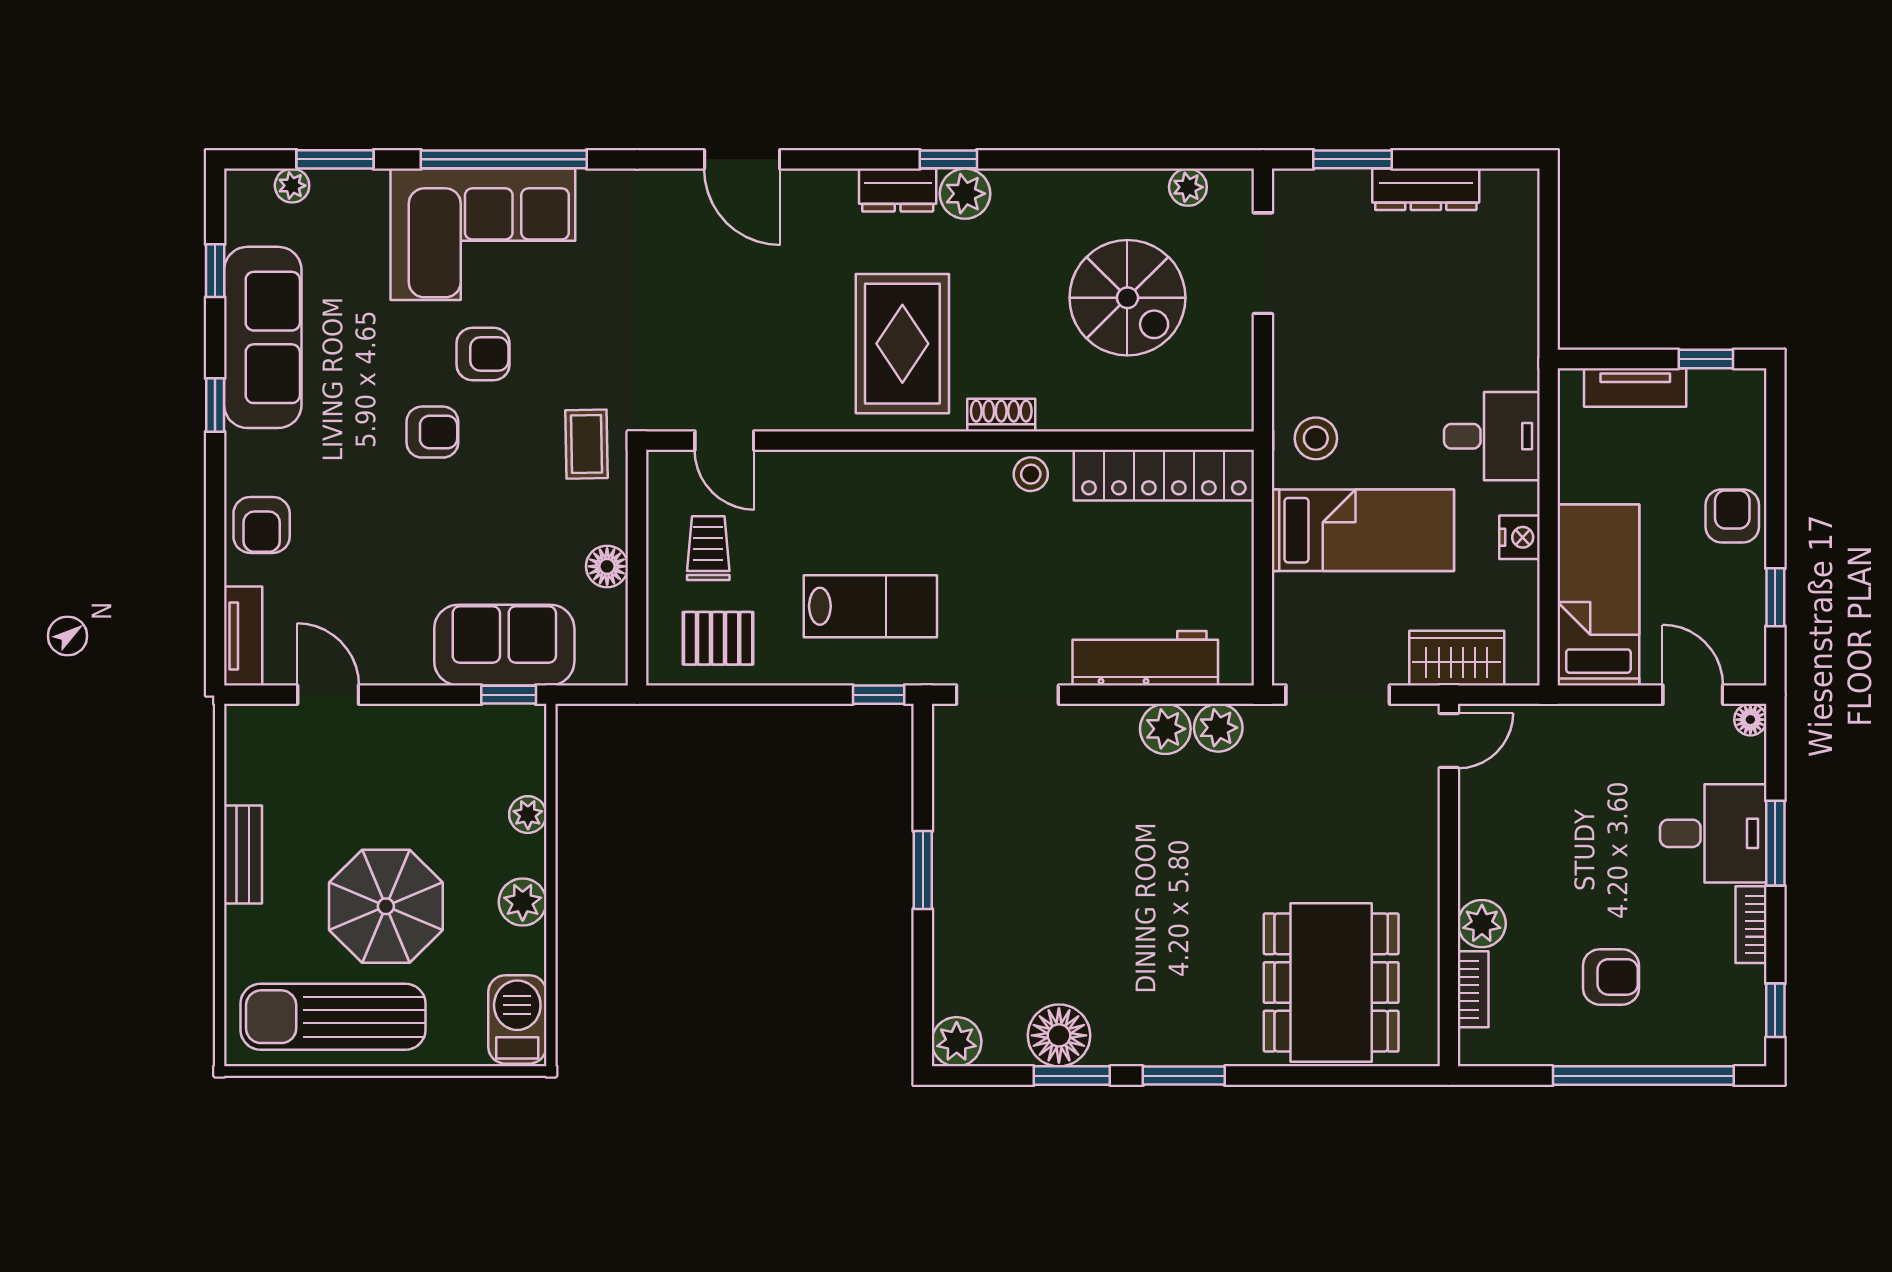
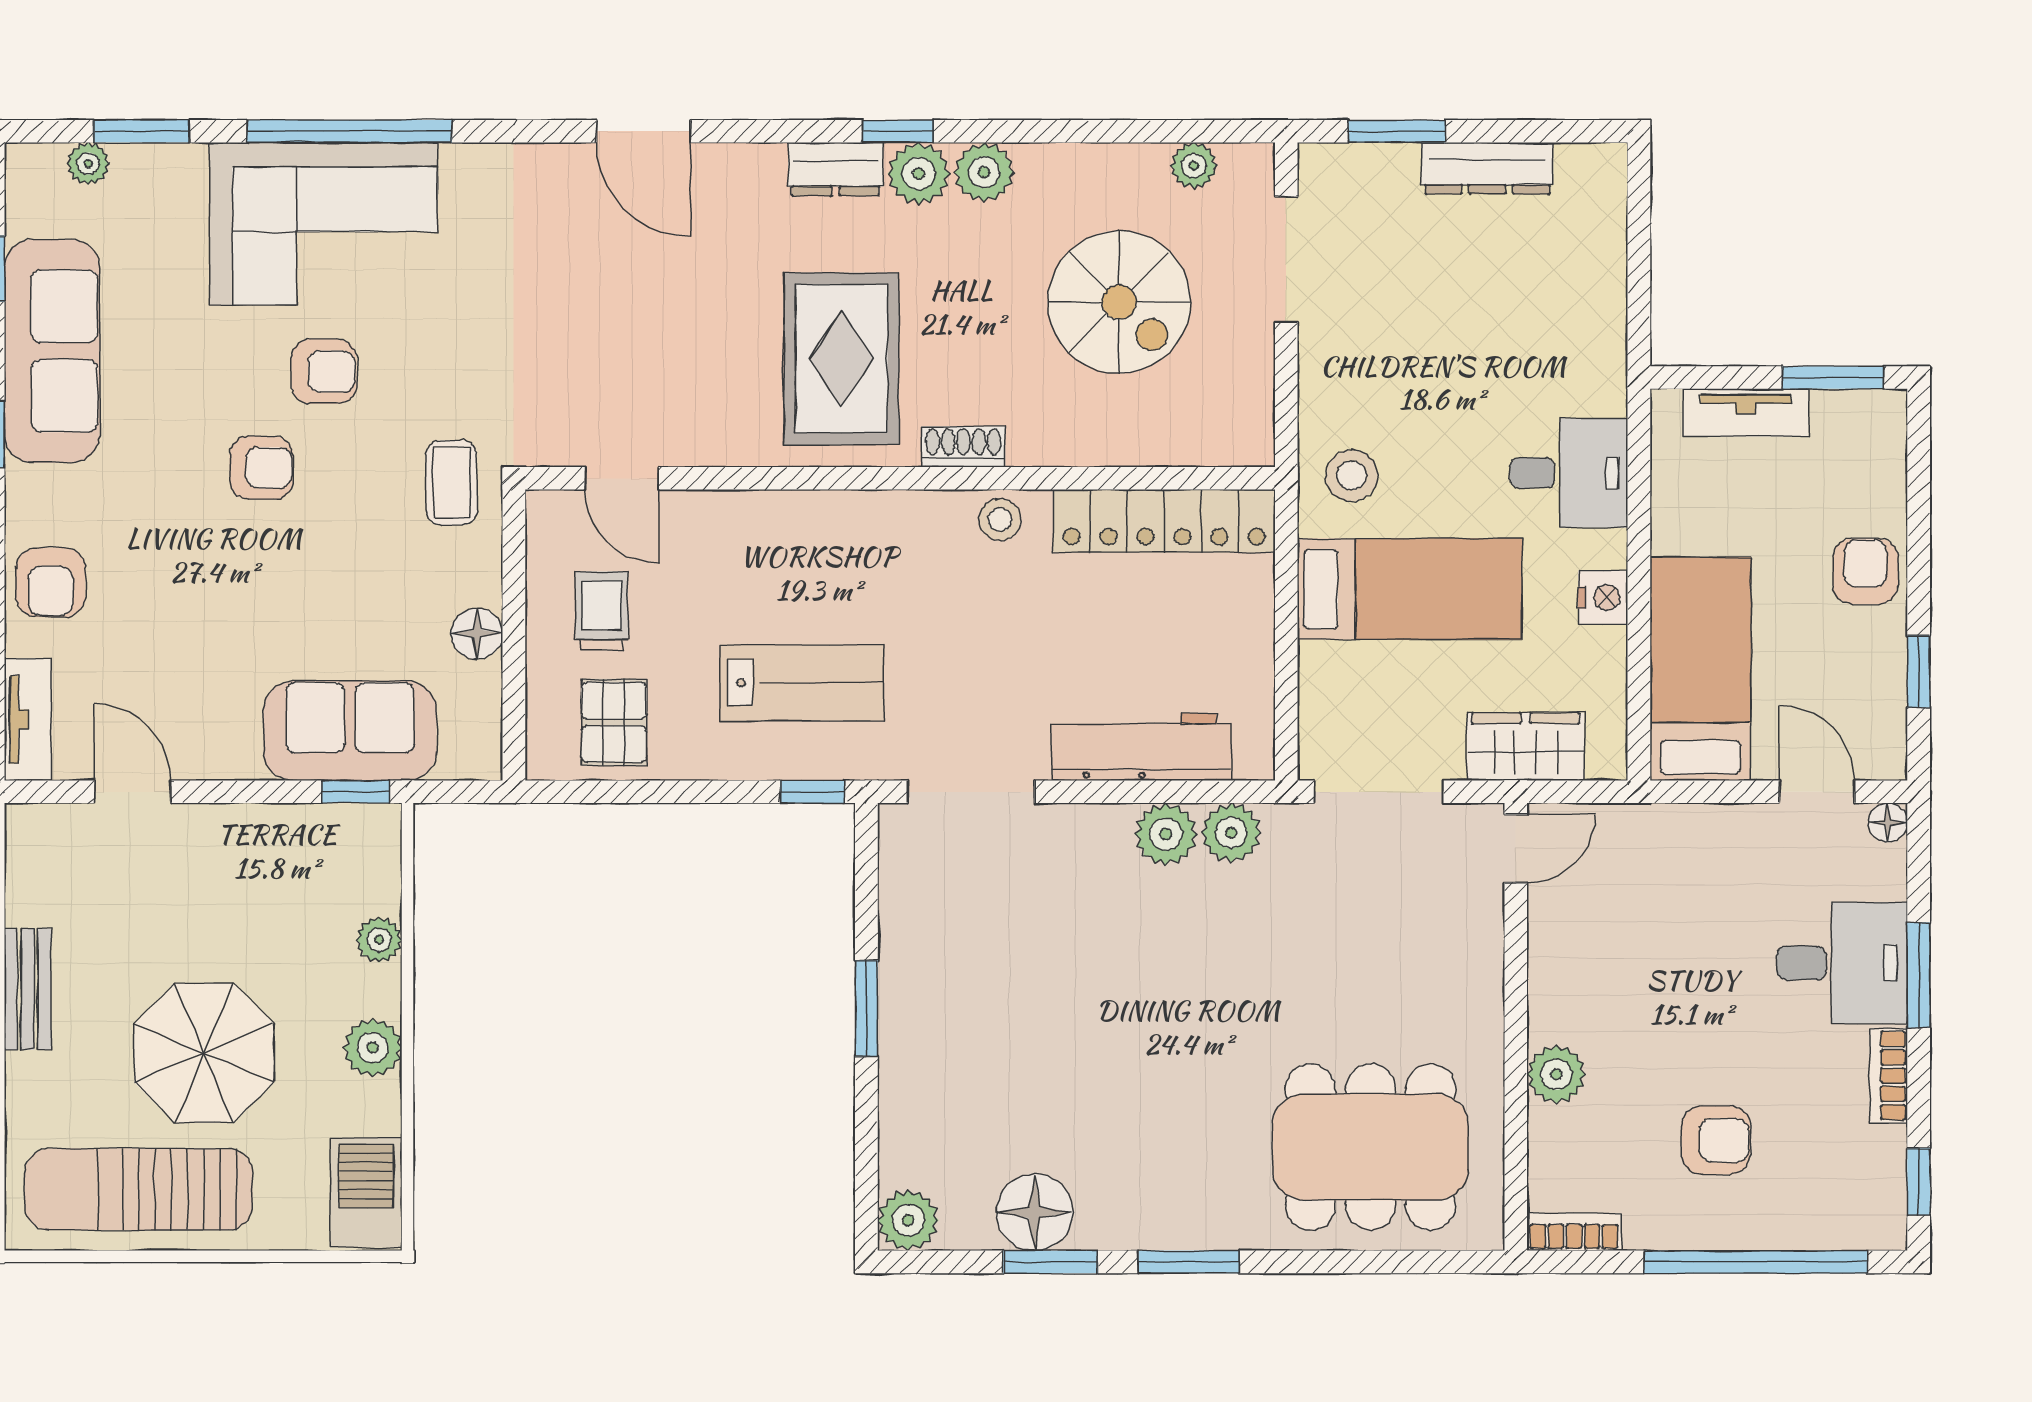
plant: (1018, 193) -> (984, 172), added
window: (1706, 359) -> (1833, 378), width x1.50
pallet: (718, 638) -> (614, 722), turned 90
dining table: (1331, 982) -> (1370, 1147), turned 90
bookcase: (1473, 989) -> (1574, 1232), moved, turned -90

